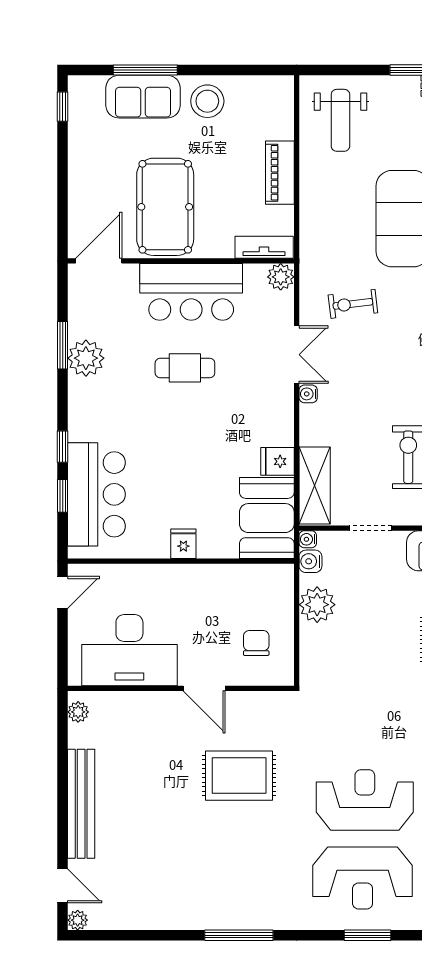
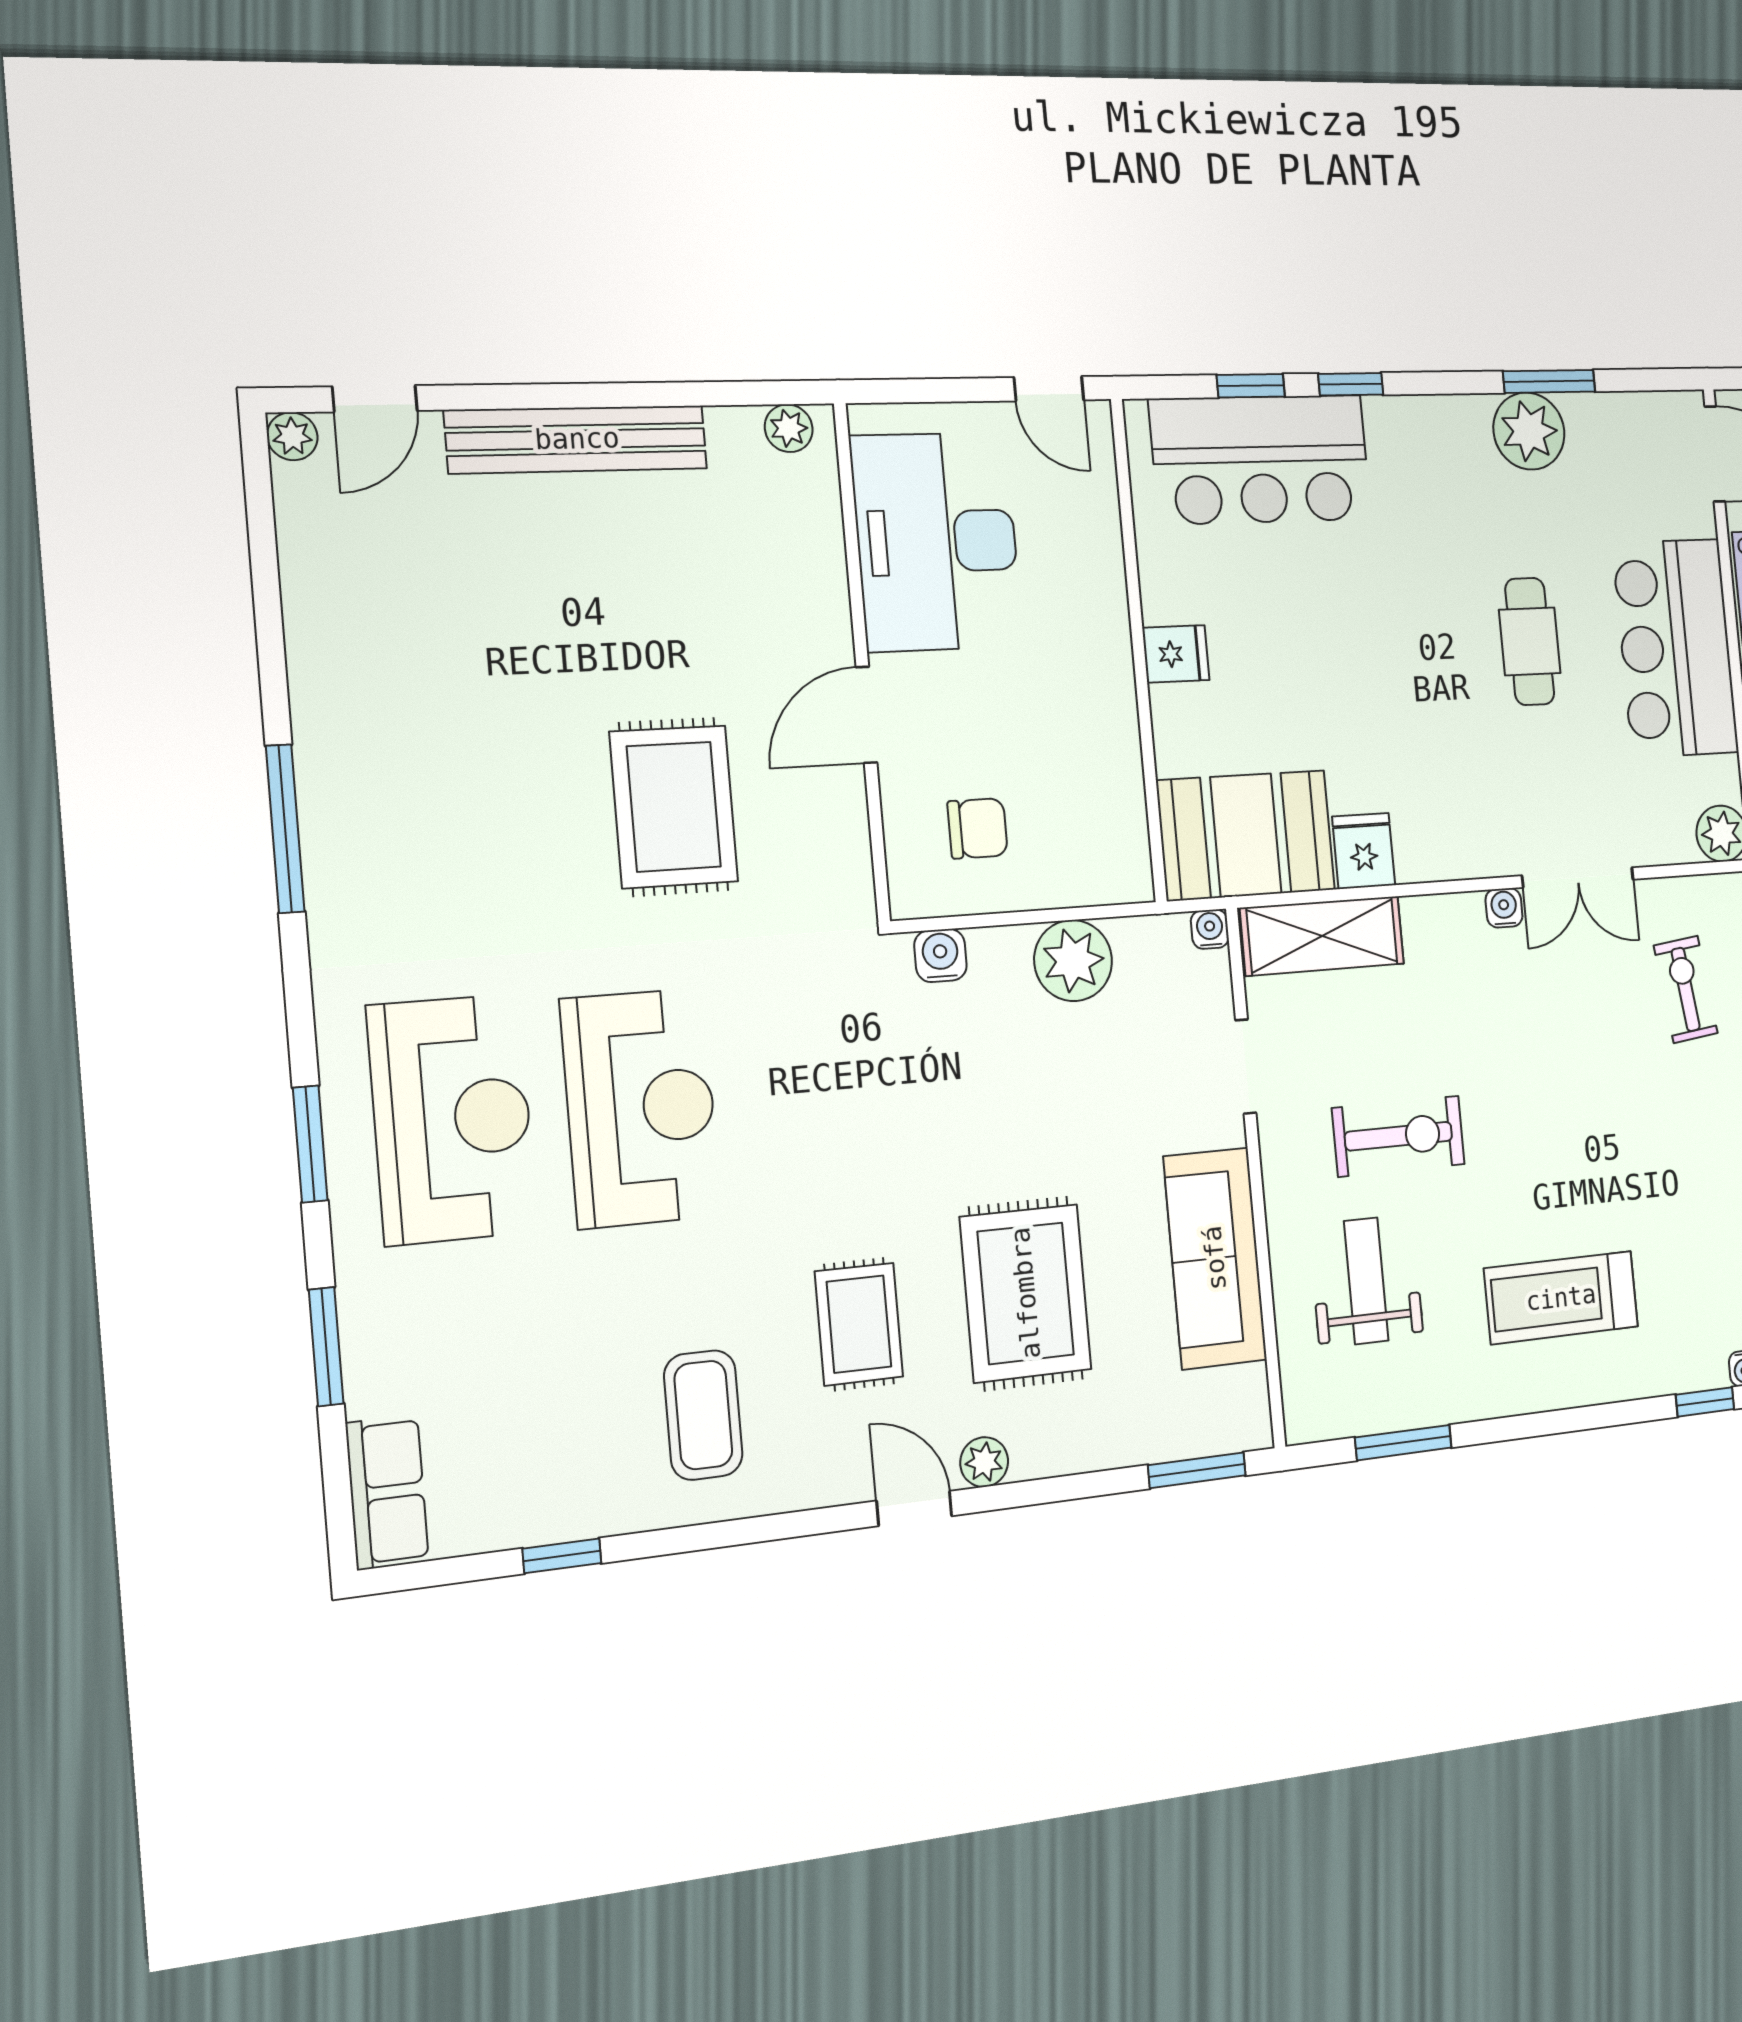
water cooler: (310, 561) -> (940, 955), moved
reception desk: (363, 878) -> (452, 1119), turned 180

